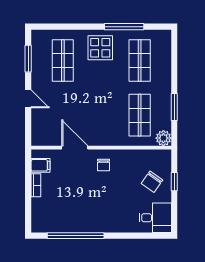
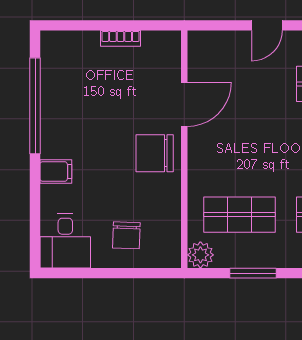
filing cabinet: (41, 165) -> (56, 172), moved, turned -90
chair: (104, 165) -> (155, 153), width x1.87, depth x1.87
chair: (152, 182) -> (126, 235), turned -123
window: (174, 182) -> (126, 273), removed

